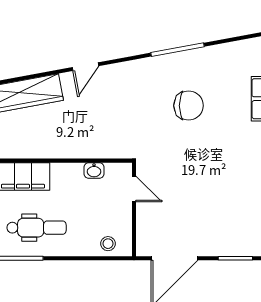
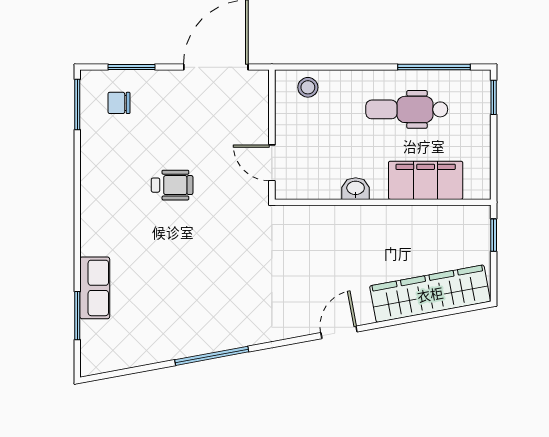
chair: (189, 106) -> (119, 103), moved, width x0.54, depth x0.54
washbasin: (94, 170) -> (356, 189), moved
wheelchair: (206, 173) -> (172, 185), added

